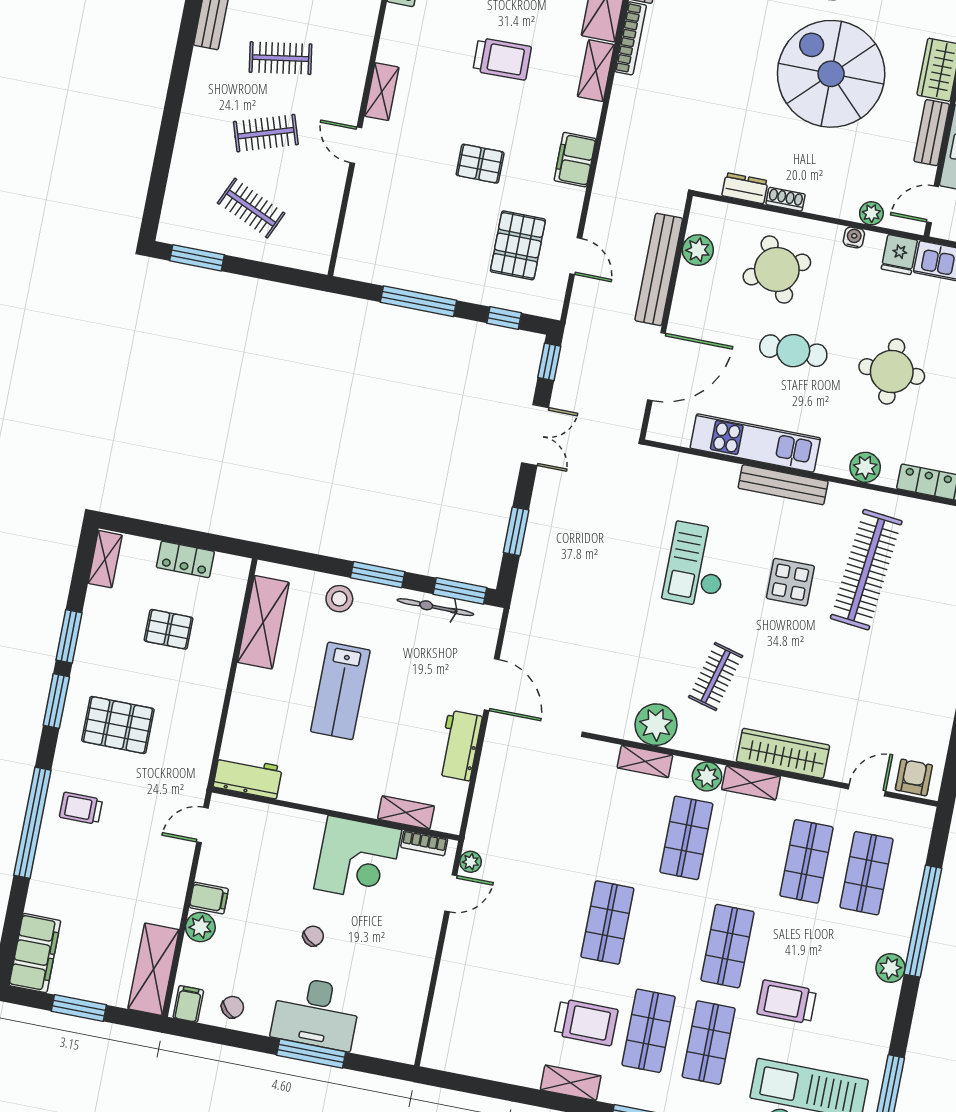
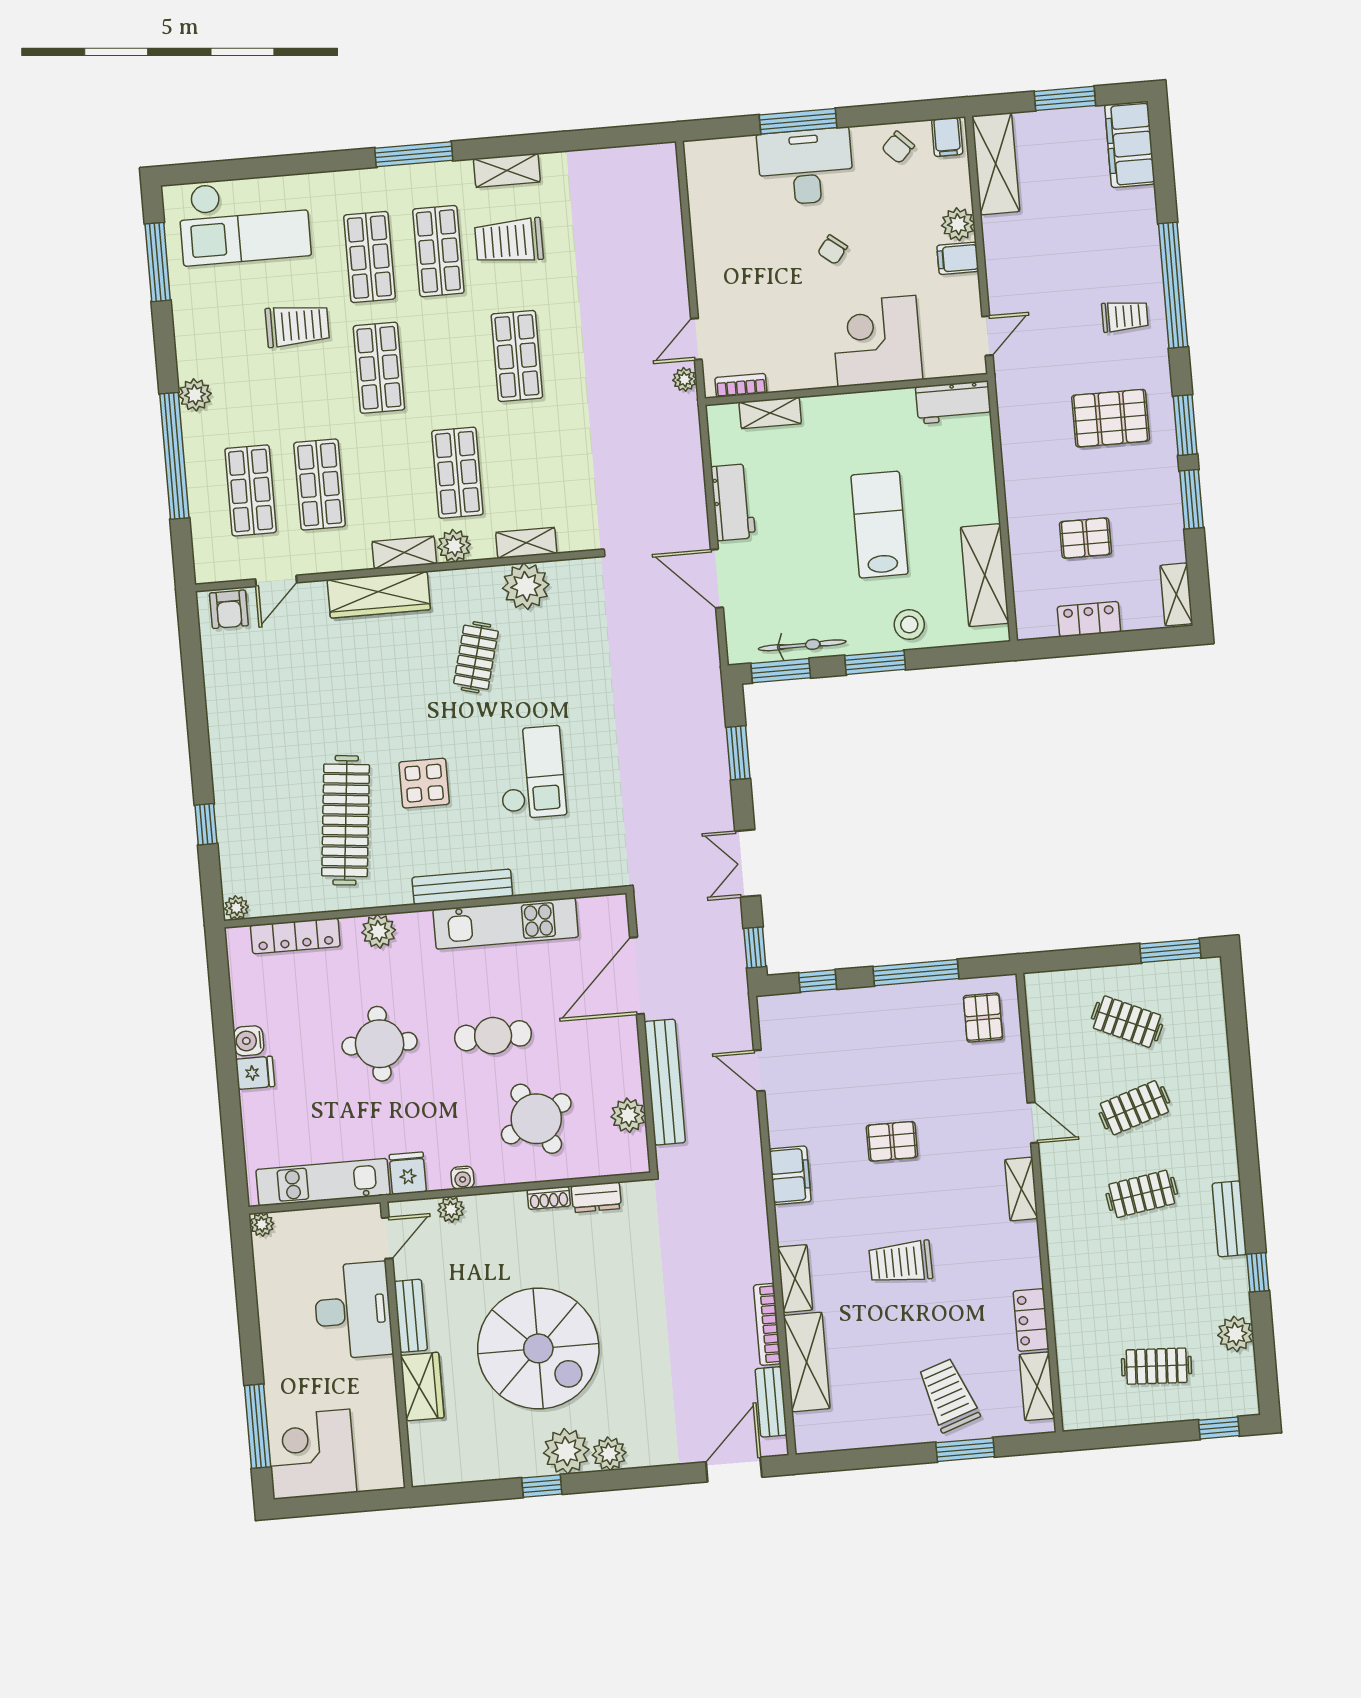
pallet: (518, 245) -> (983, 1018), moved, width x0.67, depth x0.71
corner desk: (358, 859) -> (877, 341), moved

